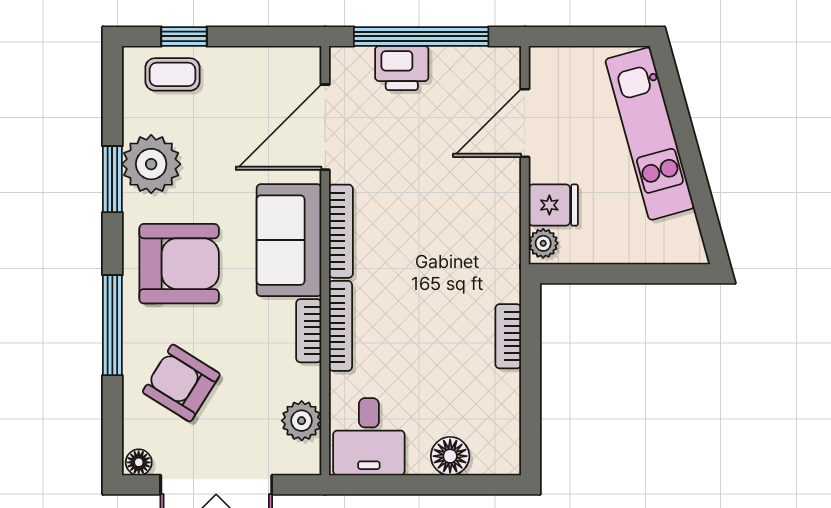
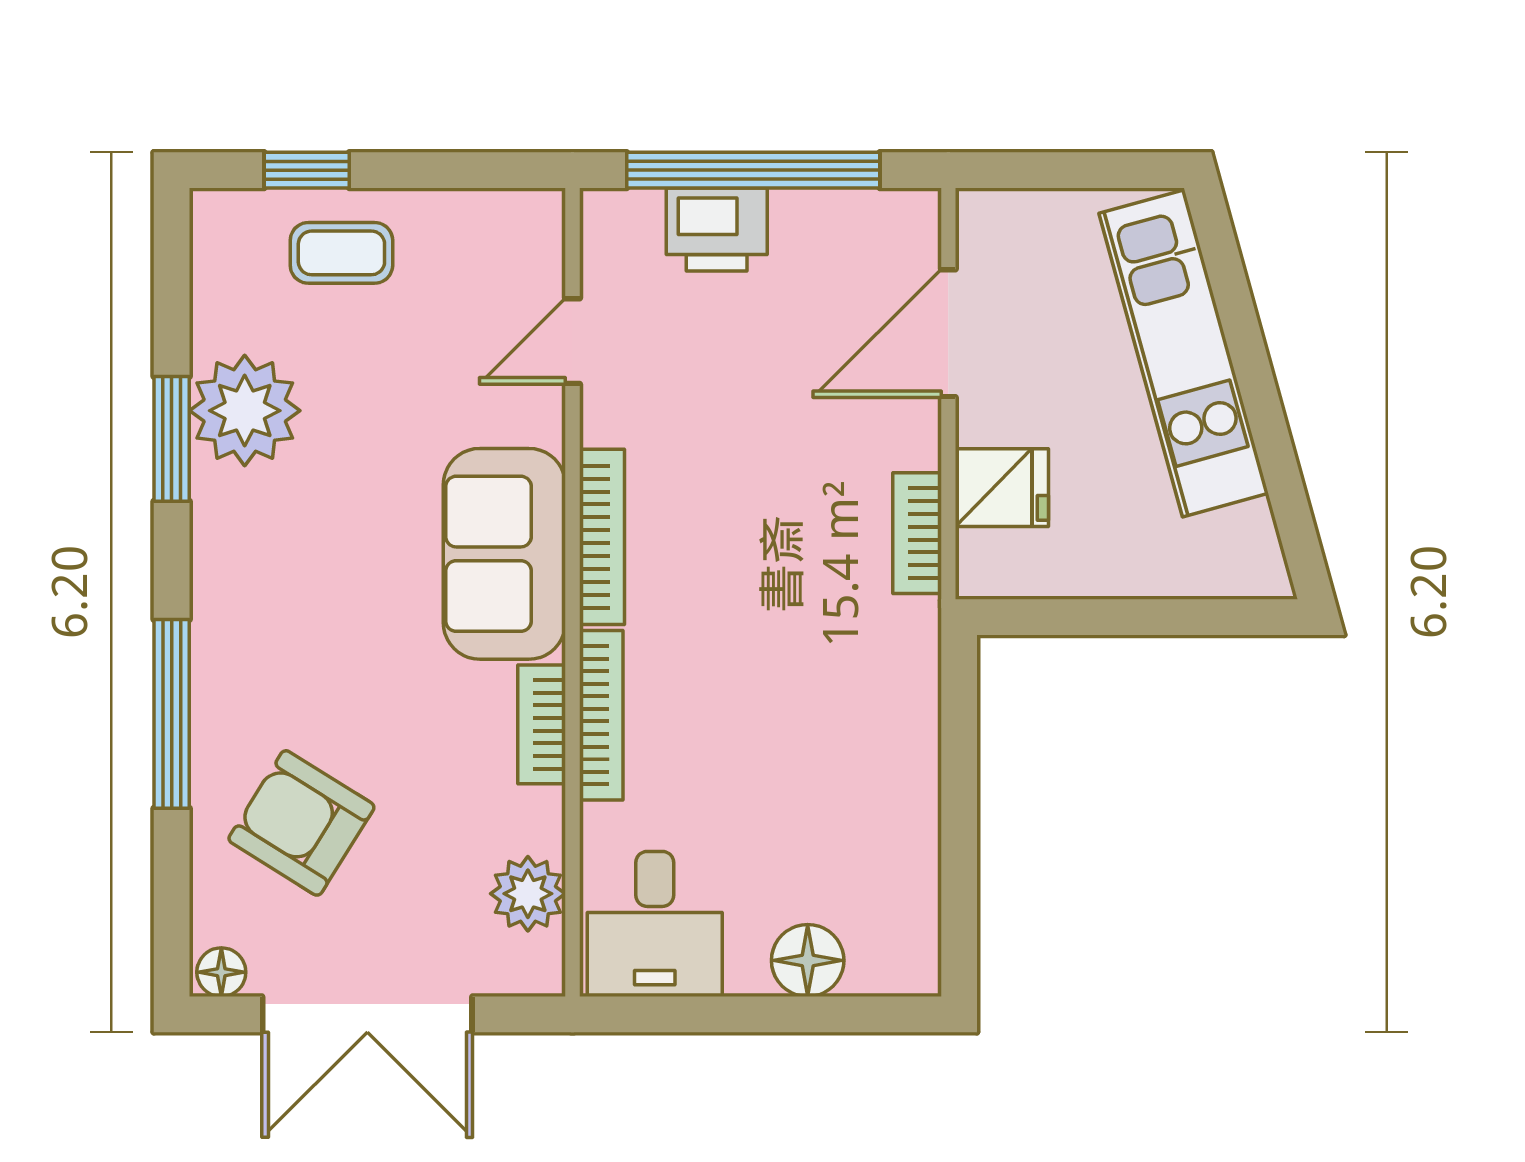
coffee table: (172, 74) -> (341, 253), moved
door: (325, 127) -> (572, 341), width x0.53
plant: (543, 243) -> (983, 560), removed
armchair: (179, 264) -> (297, 598), removed
bookcase: (508, 336) -> (917, 533), moved

